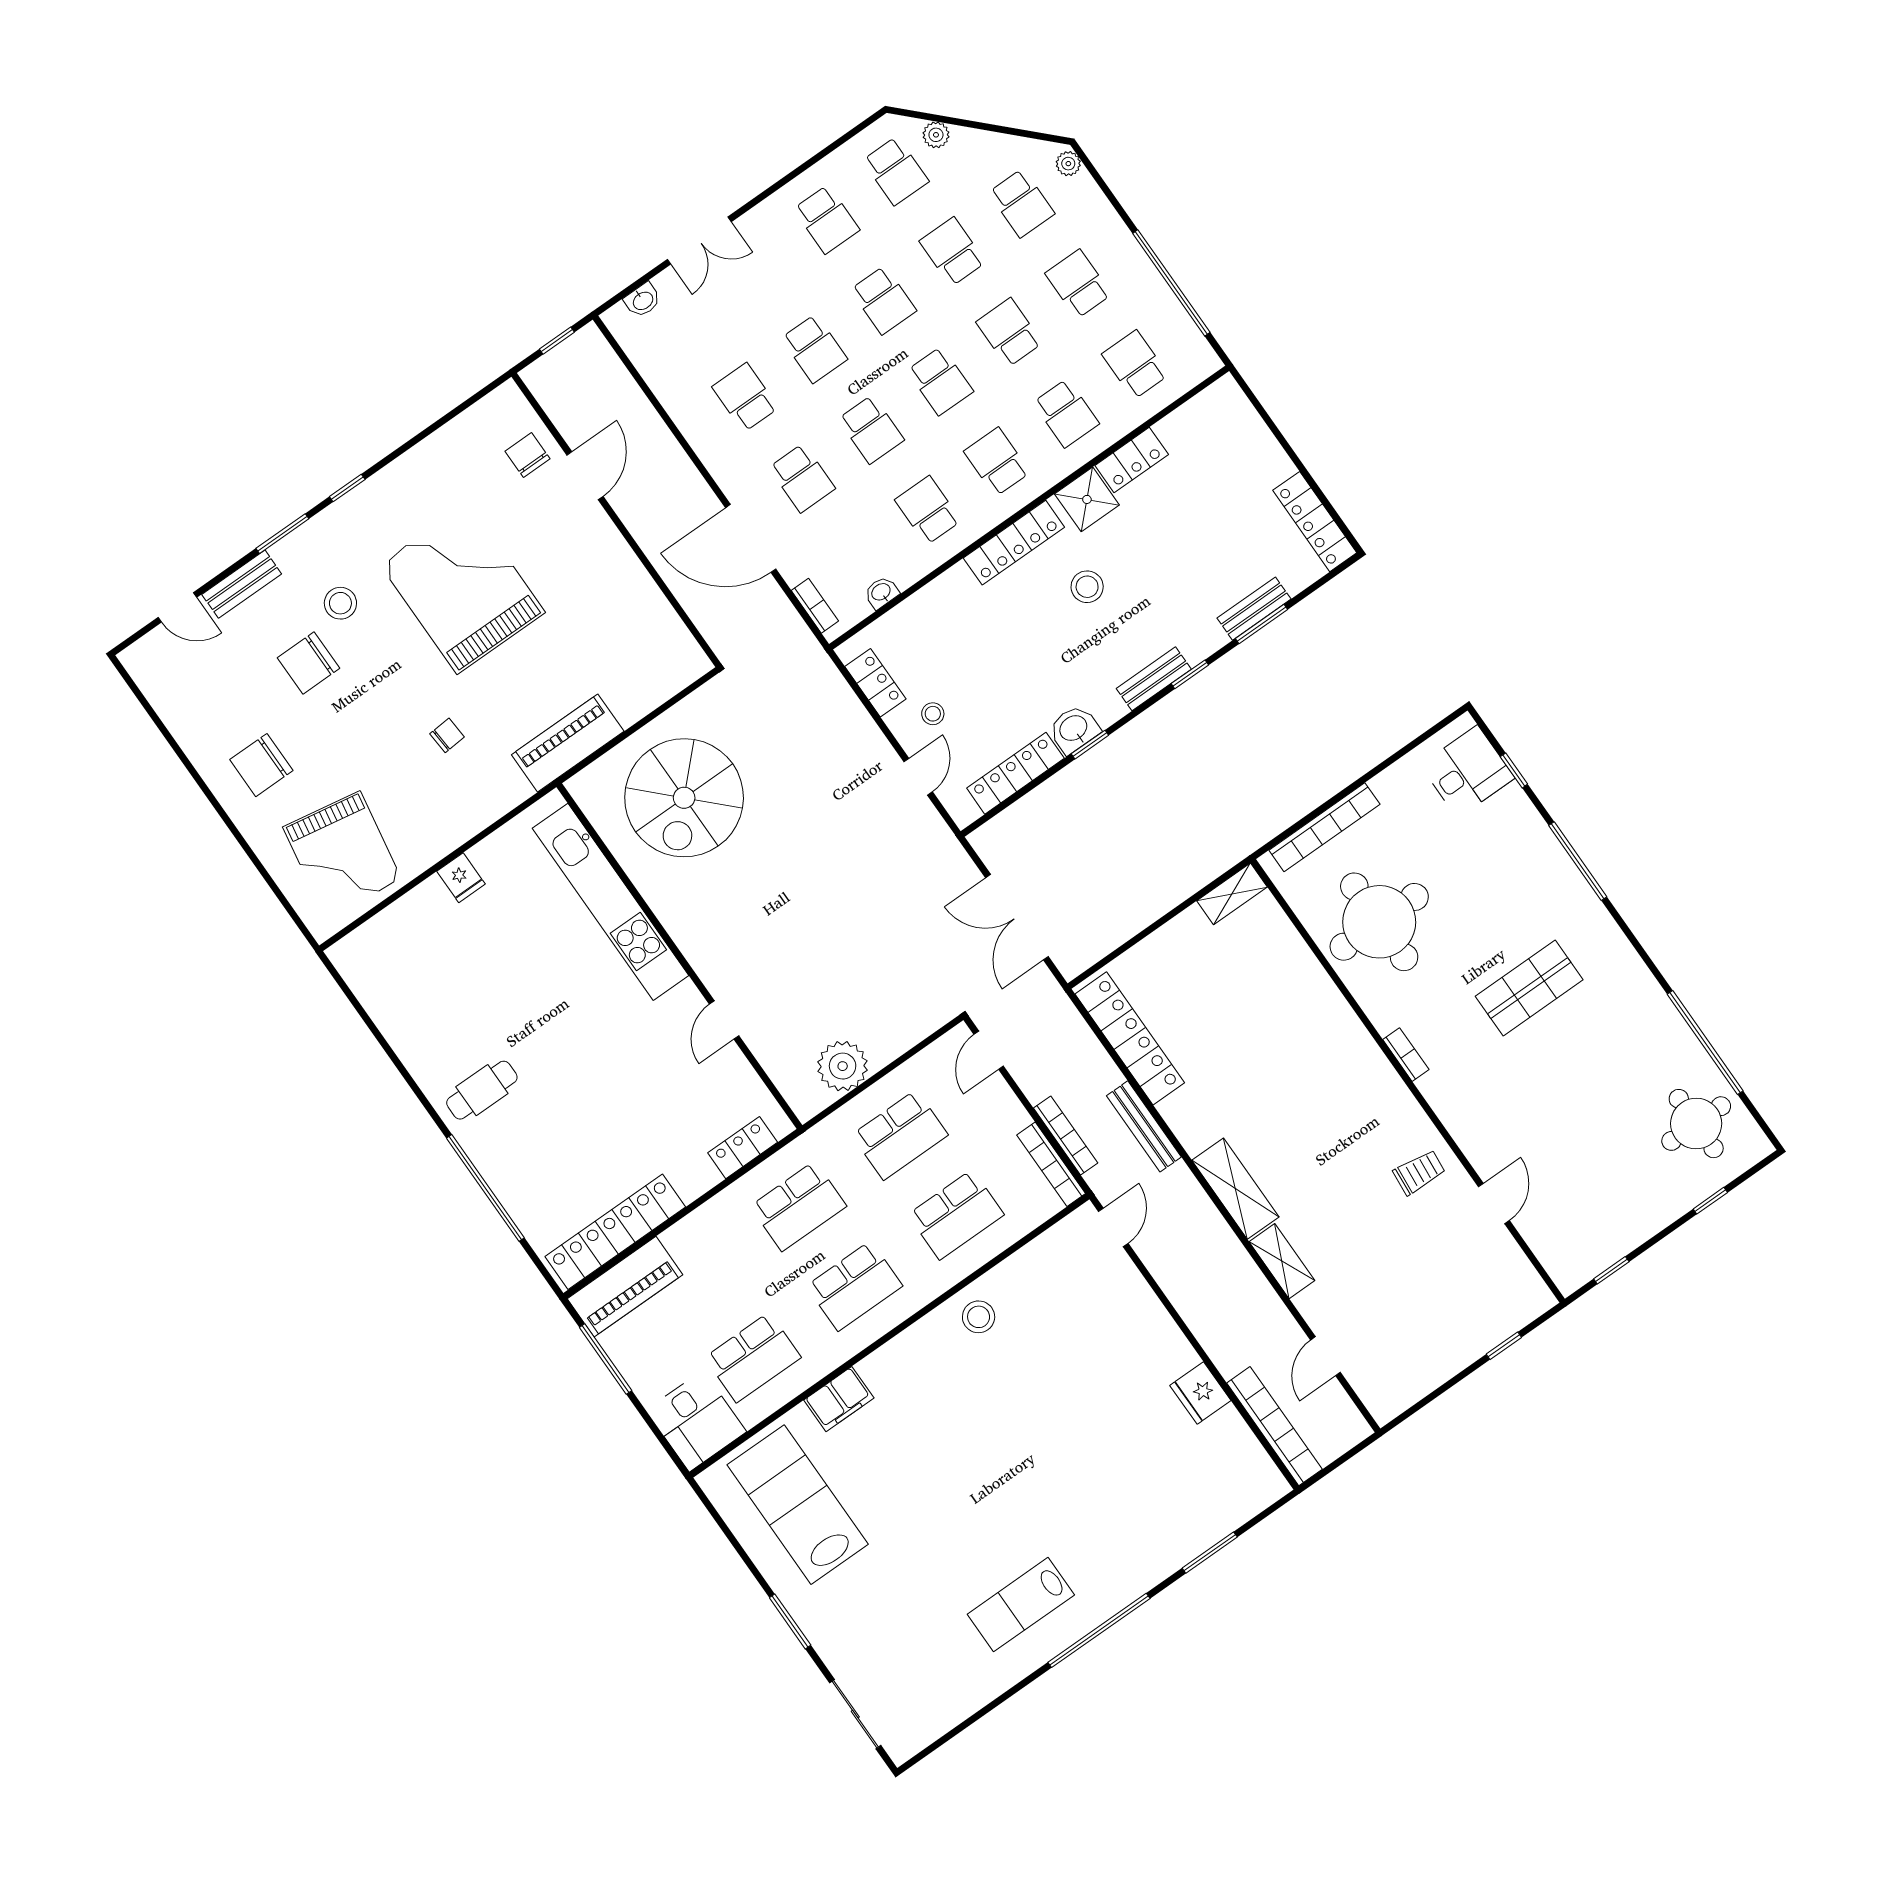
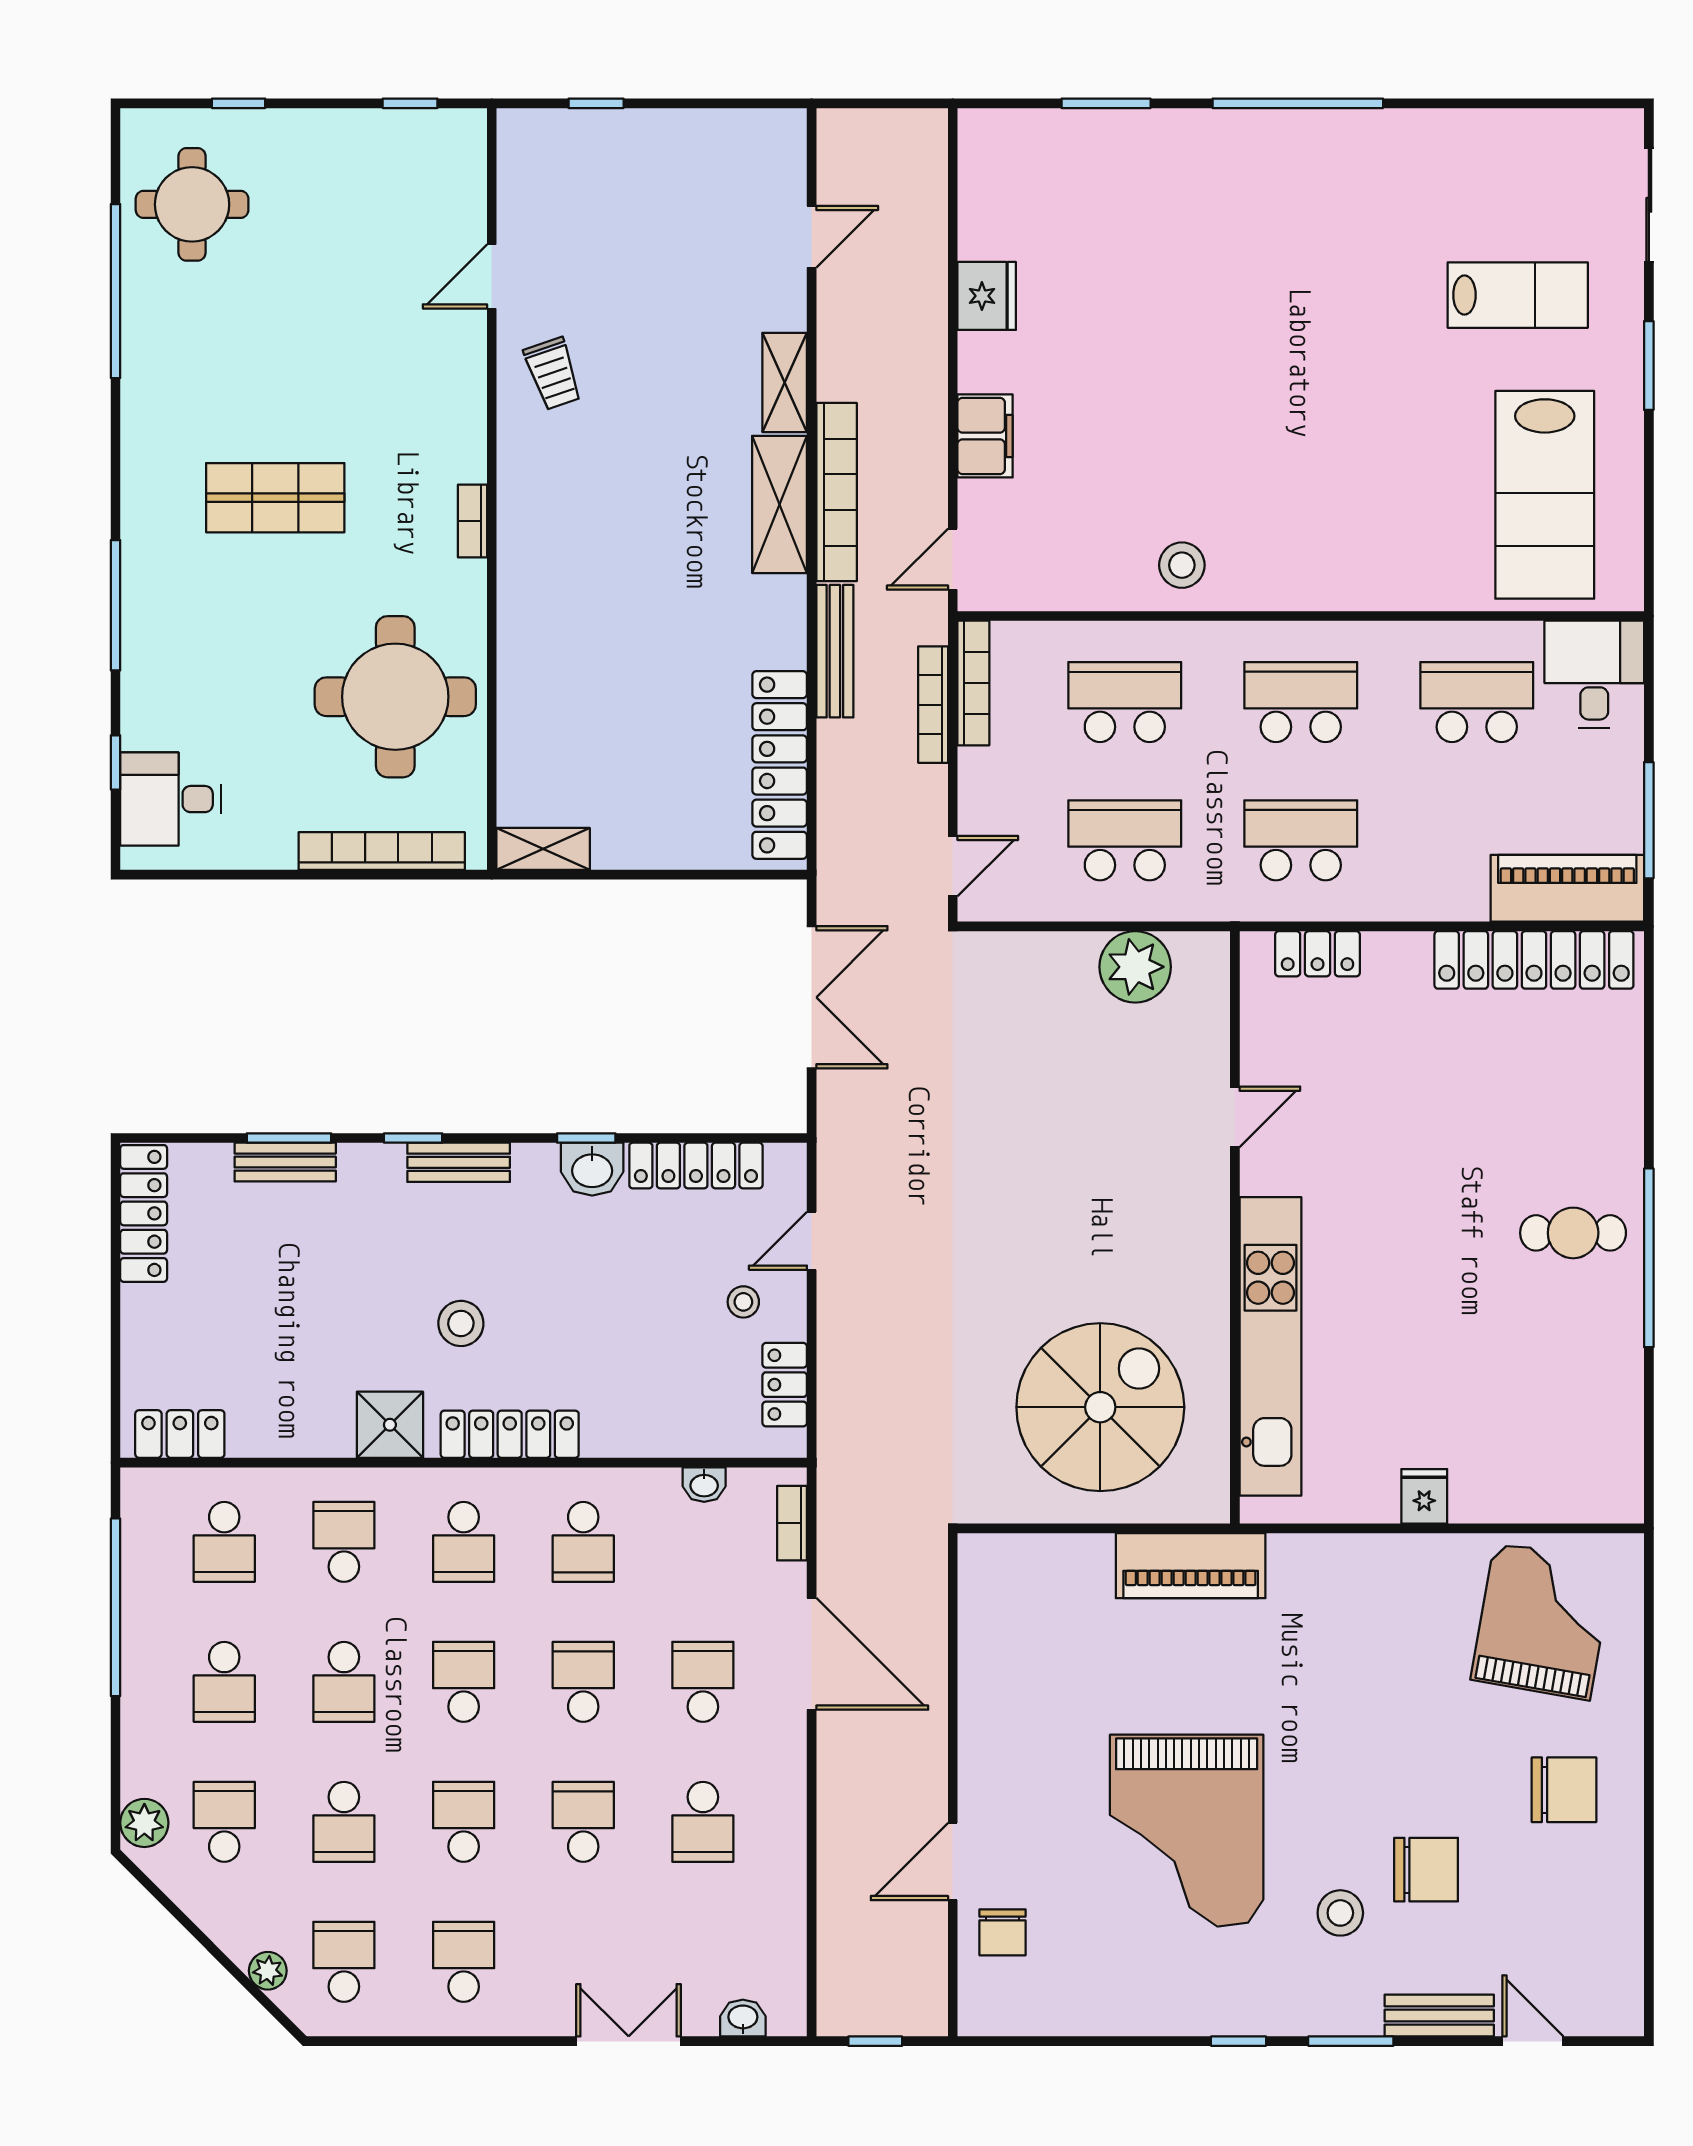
plant: (1068, 164) -> (144, 1823), width x1.38, depth x1.38
locker: (1132, 460) -> (180, 1434), moved
chair: (447, 735) -> (1324, 1673), removed
trolley: (1419, 1172) -> (553, 374), turned -114
window: (485, 1188) -> (1649, 1258), moved
filing cabinet: (839, 1399) -> (985, 436), moved, turned 90
bookcase: (1274, 1426) -> (837, 492), moved, turned 180
lab bench: (1021, 1605) -> (1518, 295), moved

